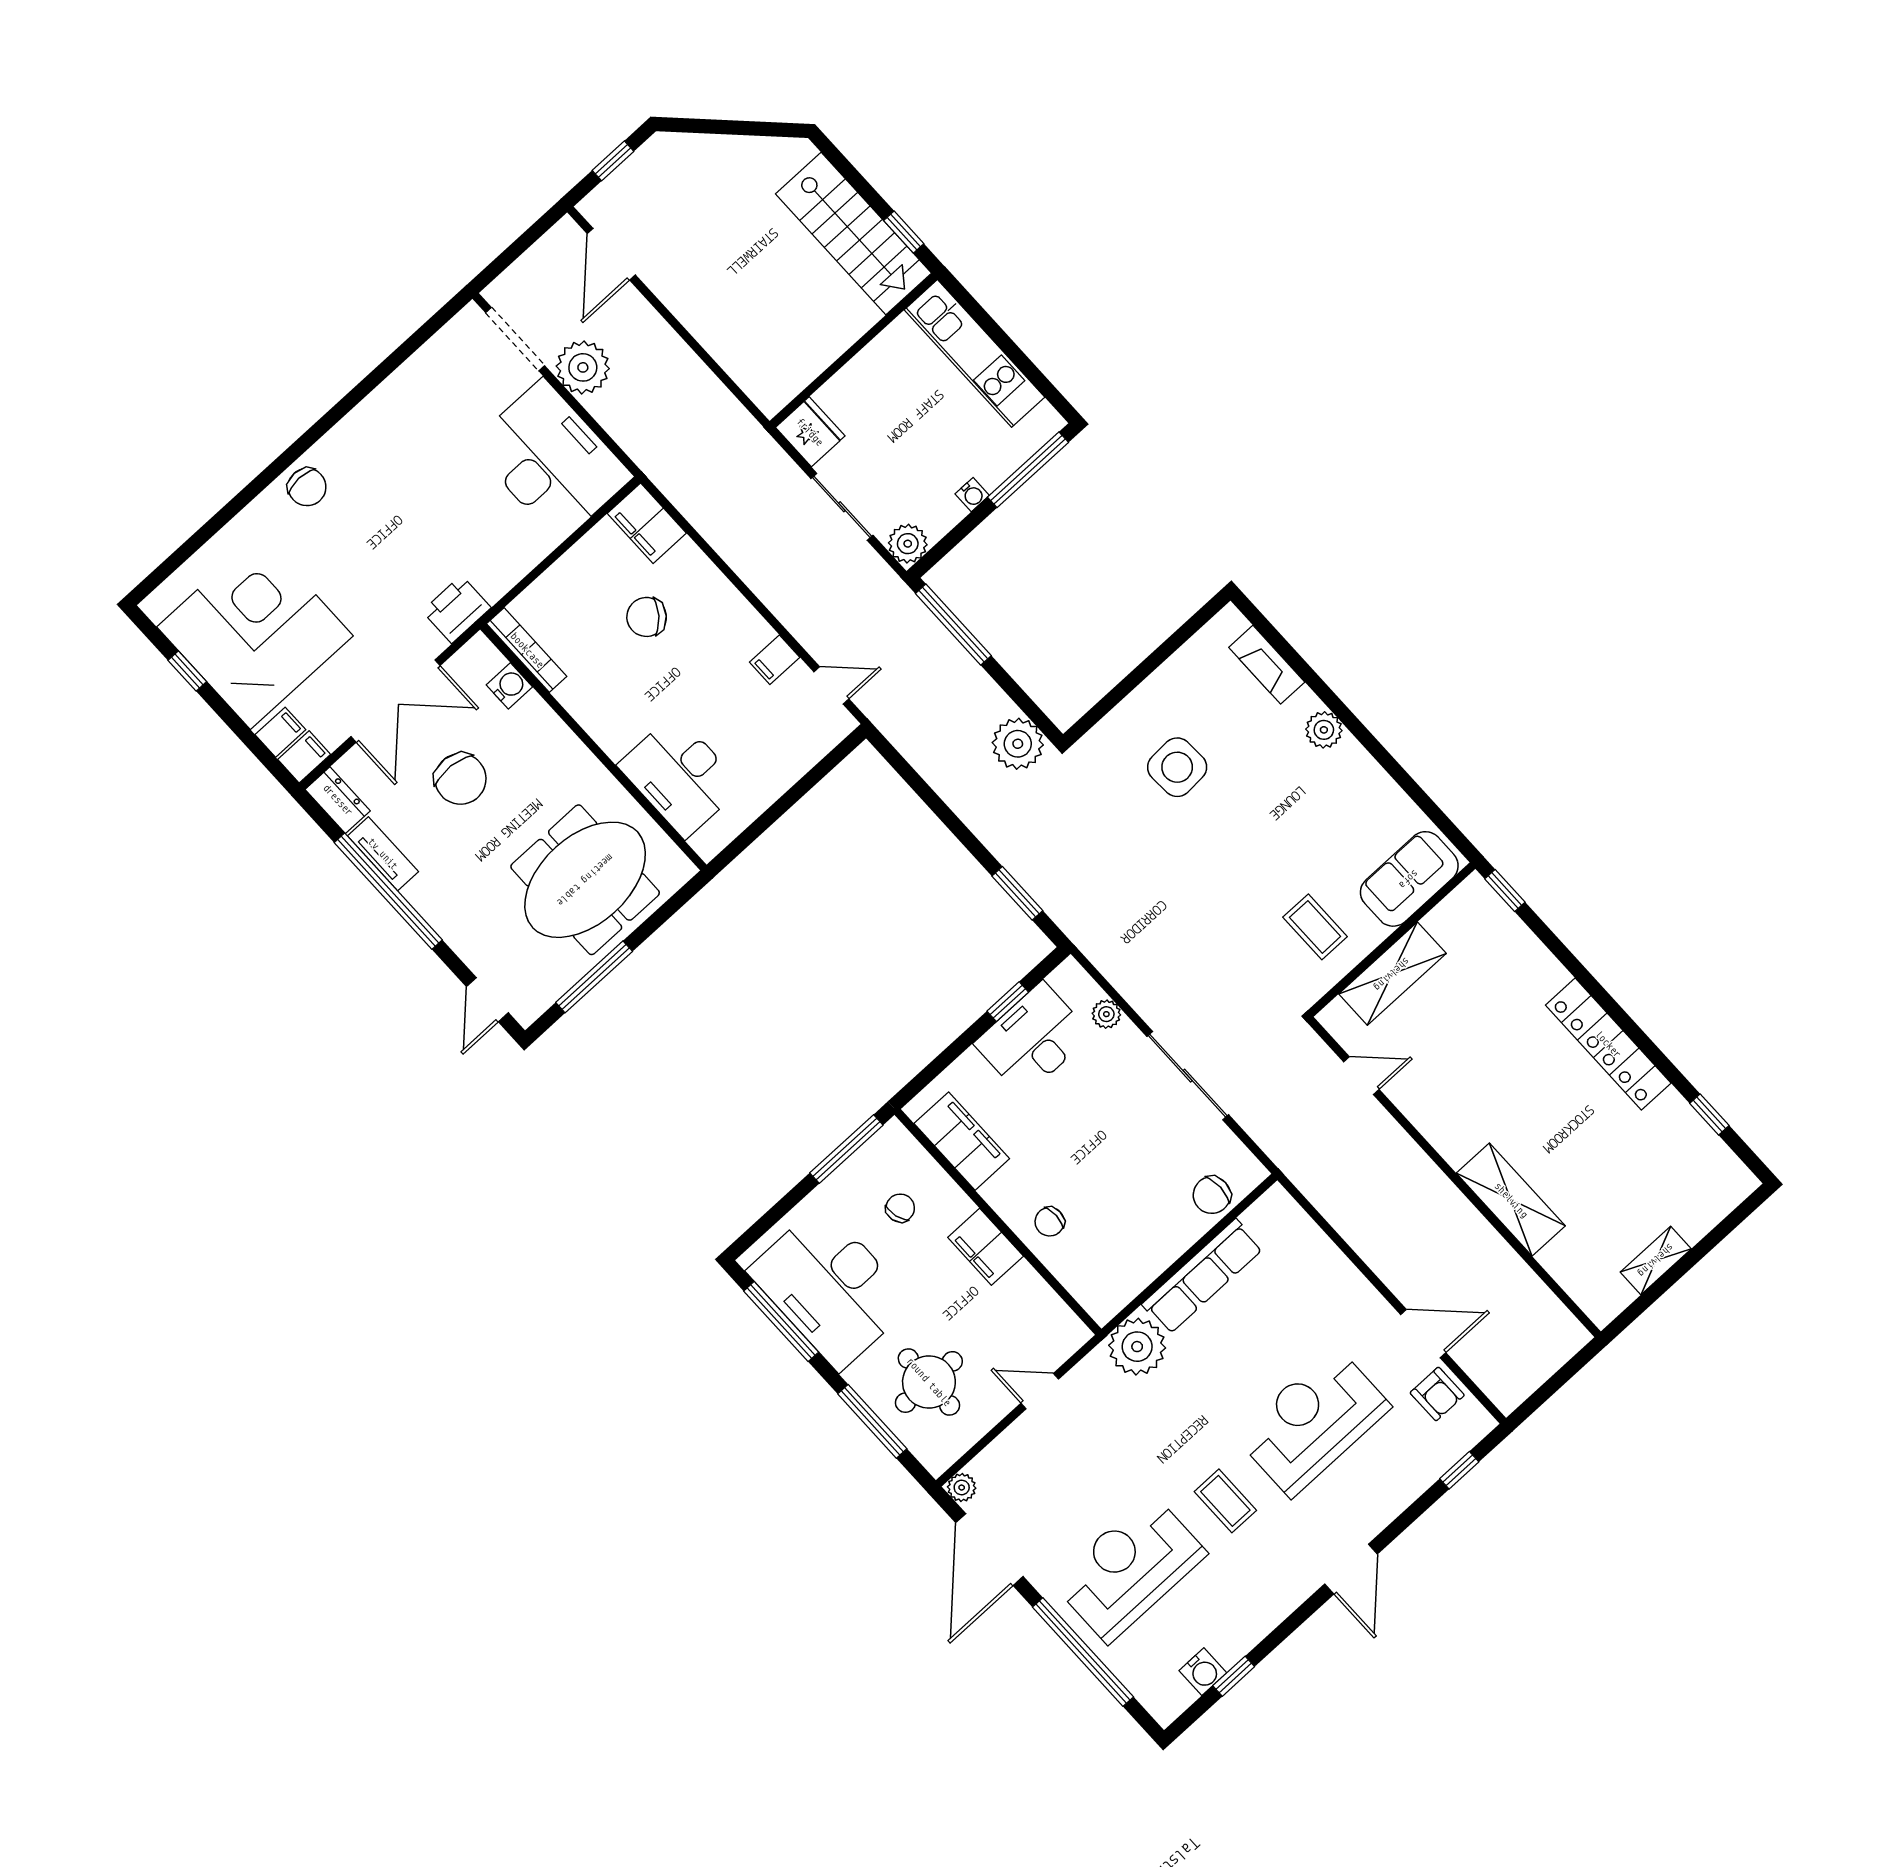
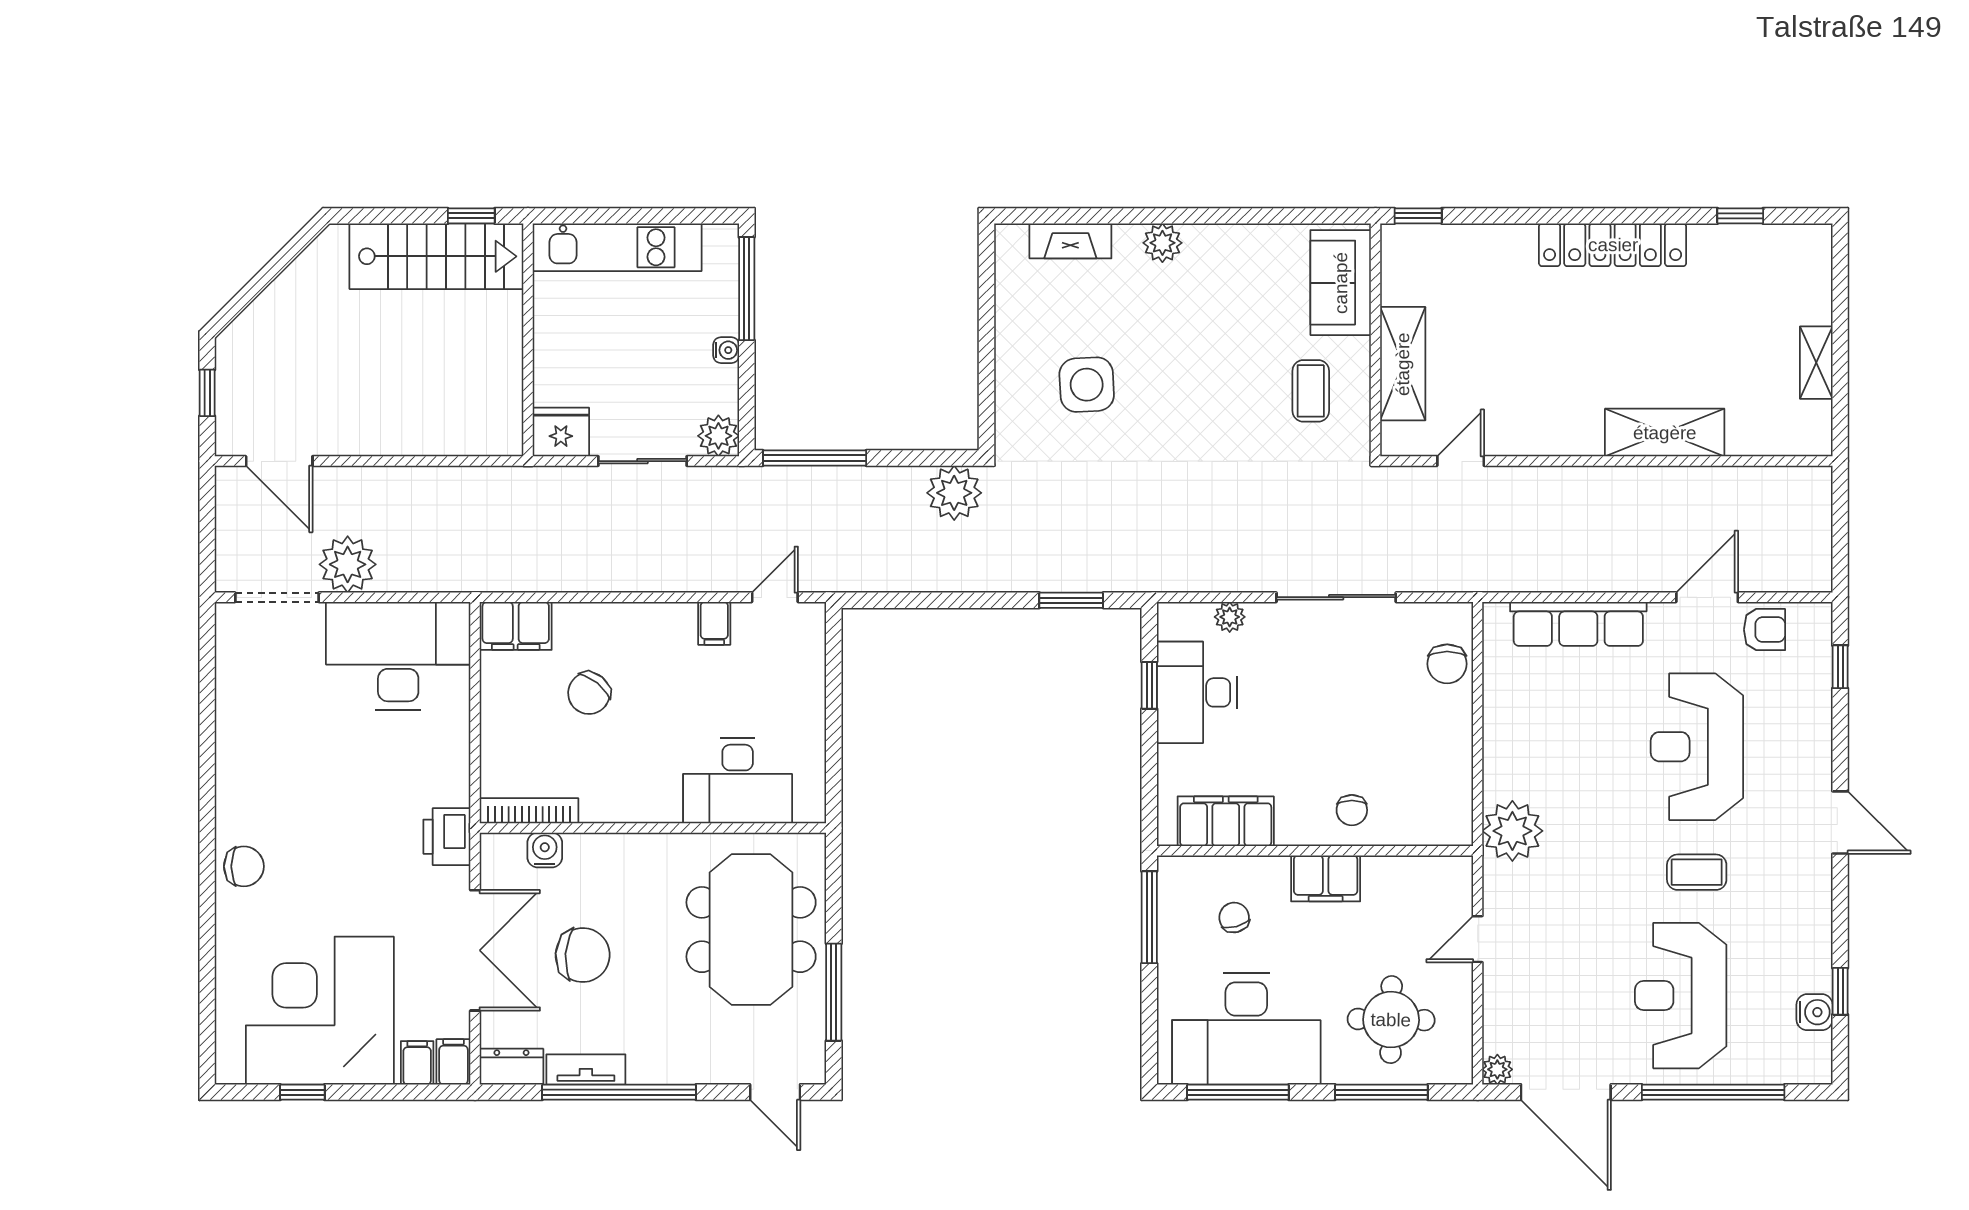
coffee table: (1315, 927) -> (1311, 391), turned 90
row of seats: (1203, 1276) -> (1578, 624), moved, turned 90

